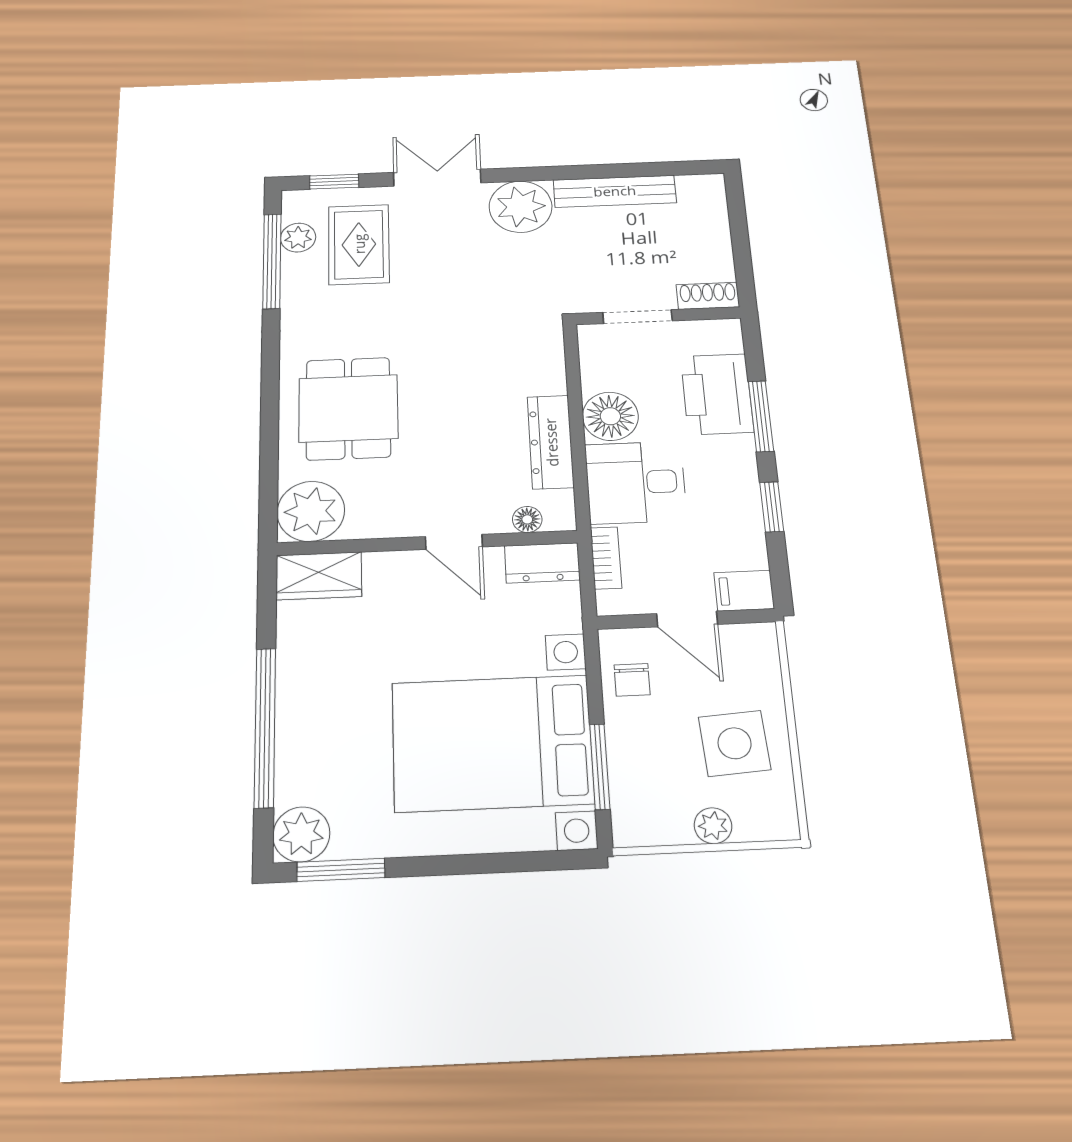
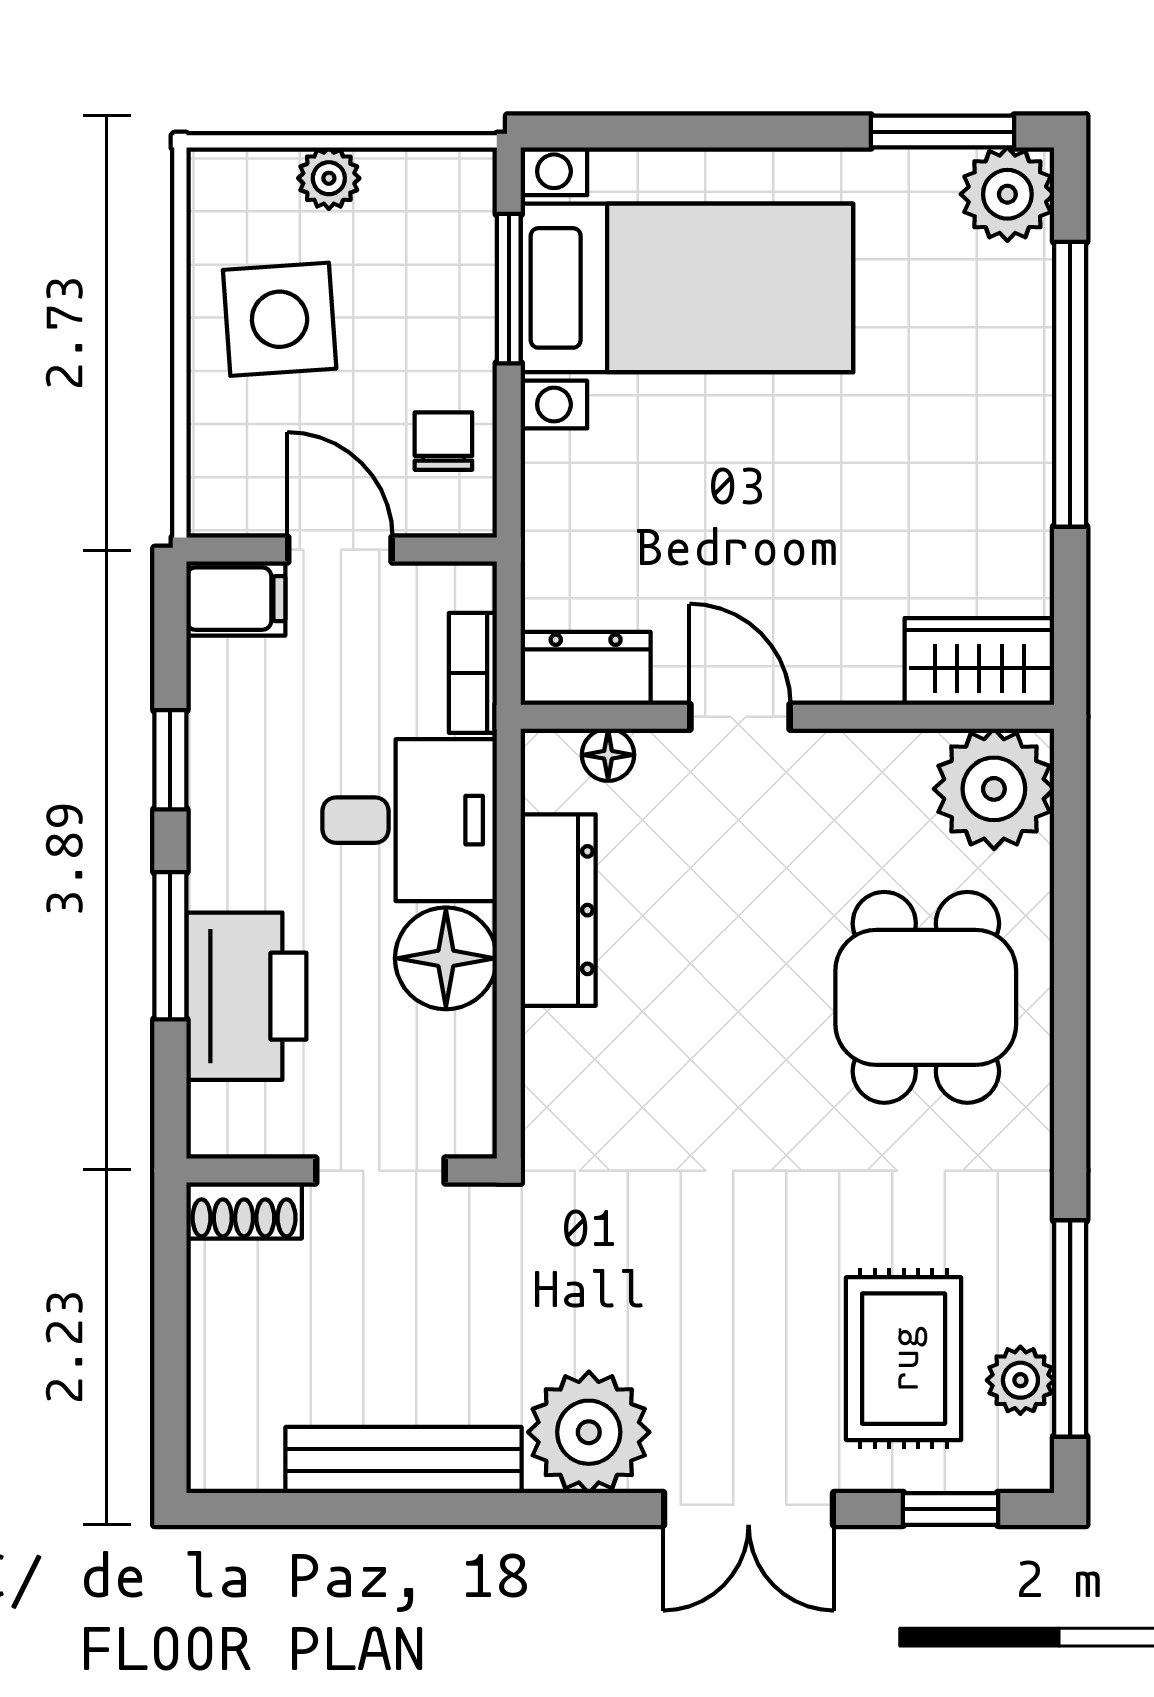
bed with nightstands: (492, 743) -> (687, 288), width x0.73

